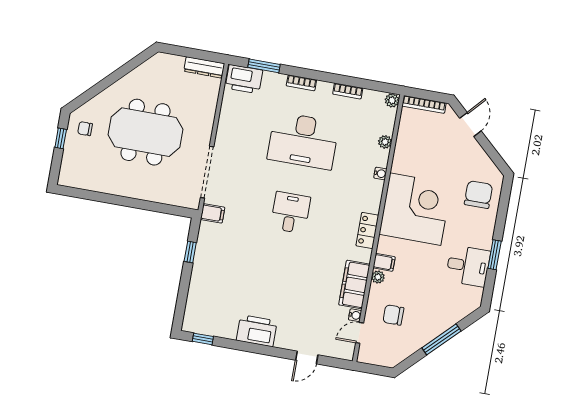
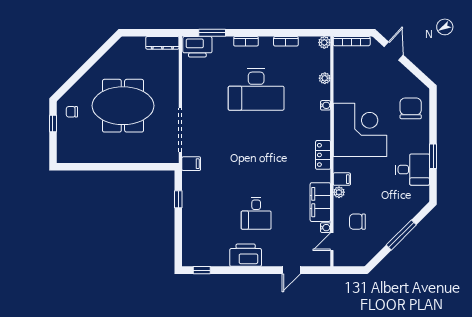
desk: (290, 213) -> (256, 213), moved, turned 180

